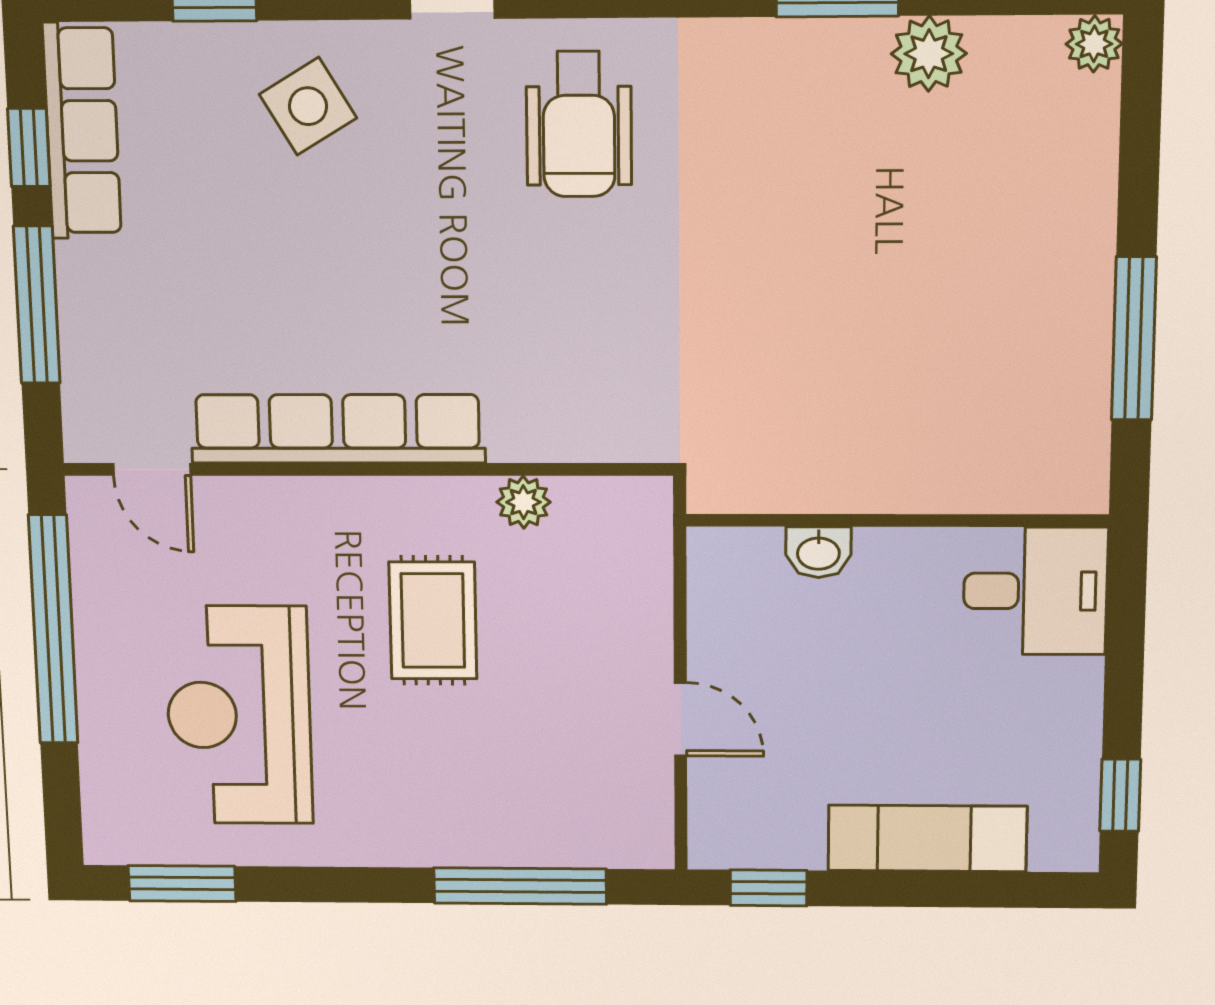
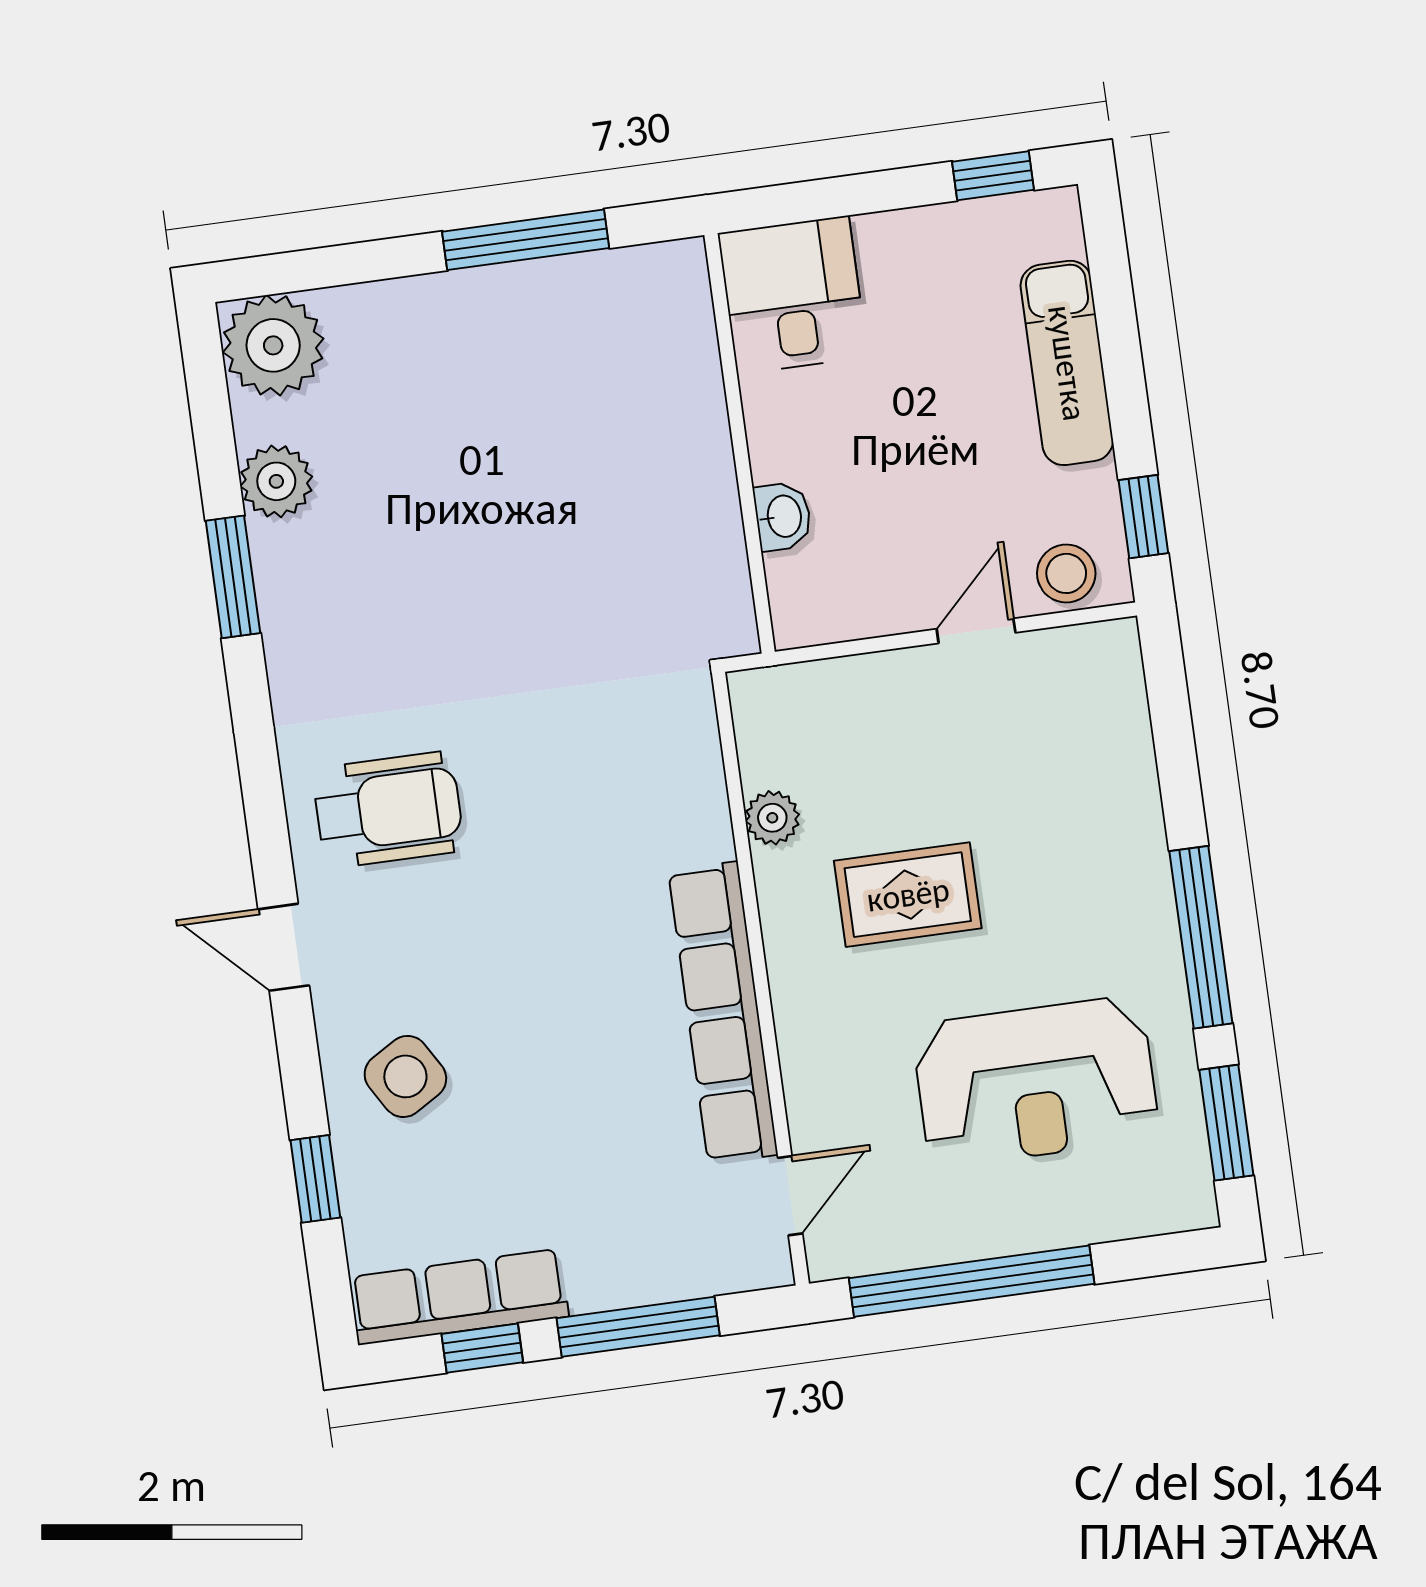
plant: (1094, 44) -> (273, 345), width x1.87, depth x1.87
stool: (724, 810) -> (1066, 573), added
window: (520, 886) -> (1201, 937), moved

